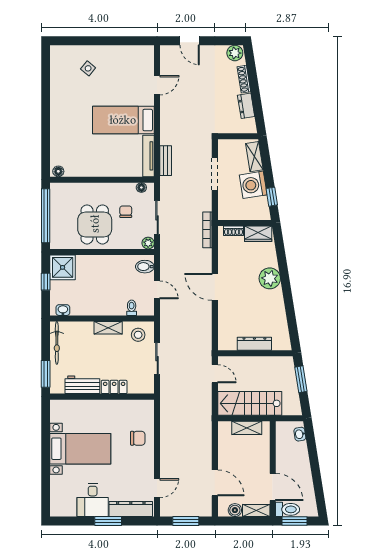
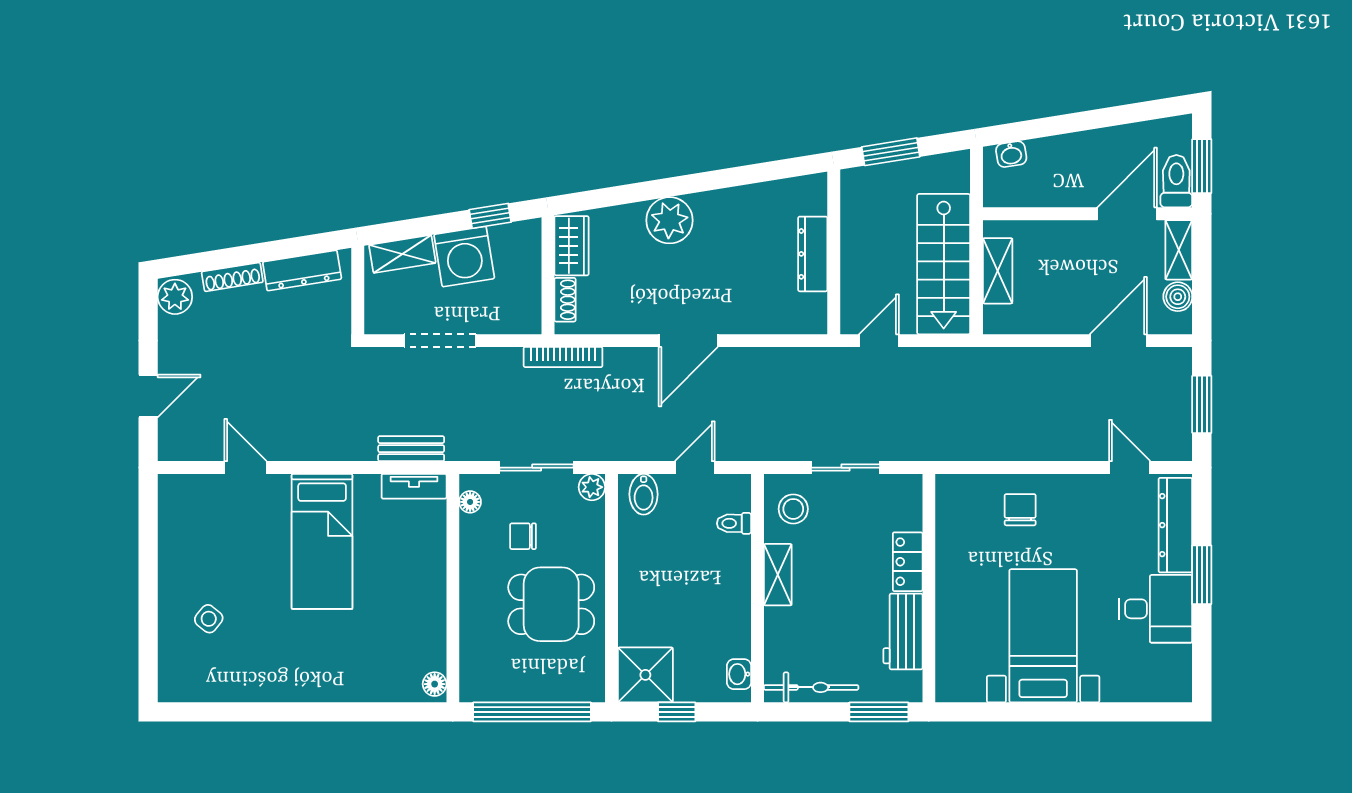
dresser: (246, 106) -> (302, 271), width x1.44
tv unit: (148, 156) -> (414, 486), width x0.71

